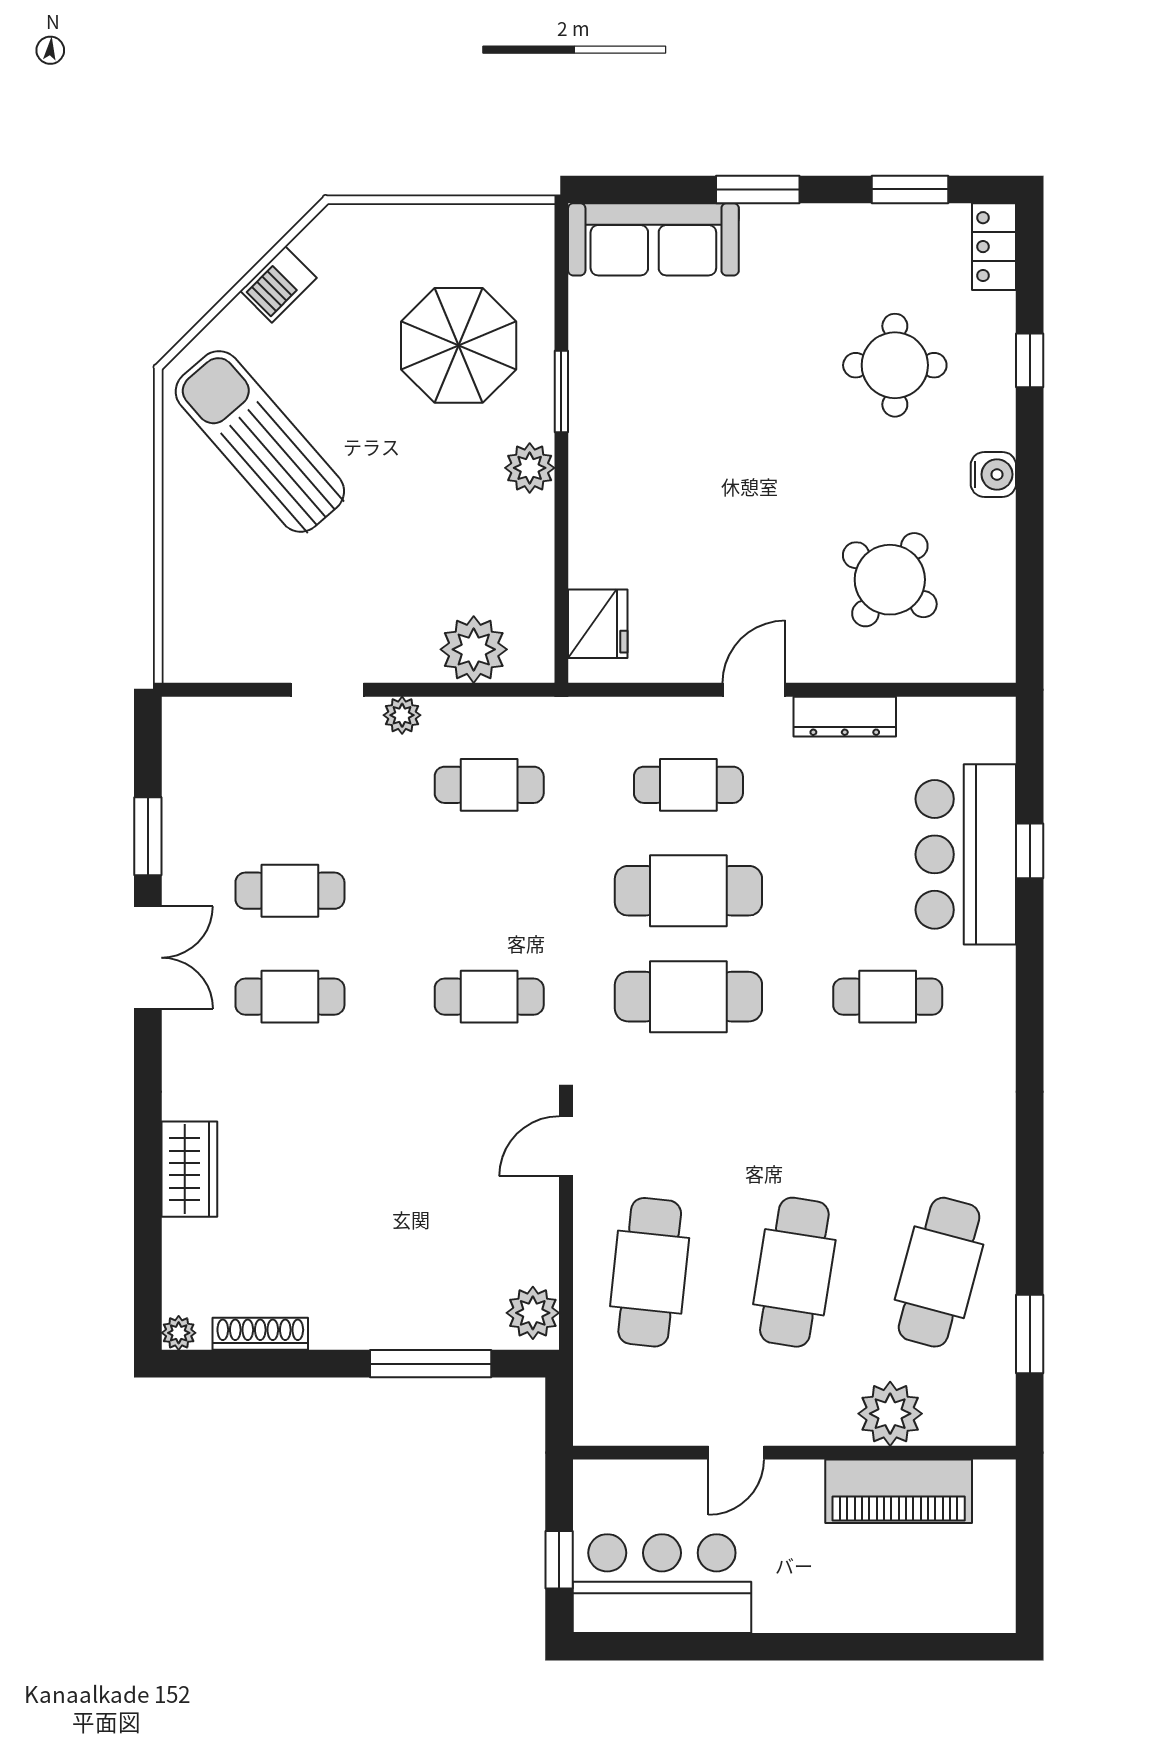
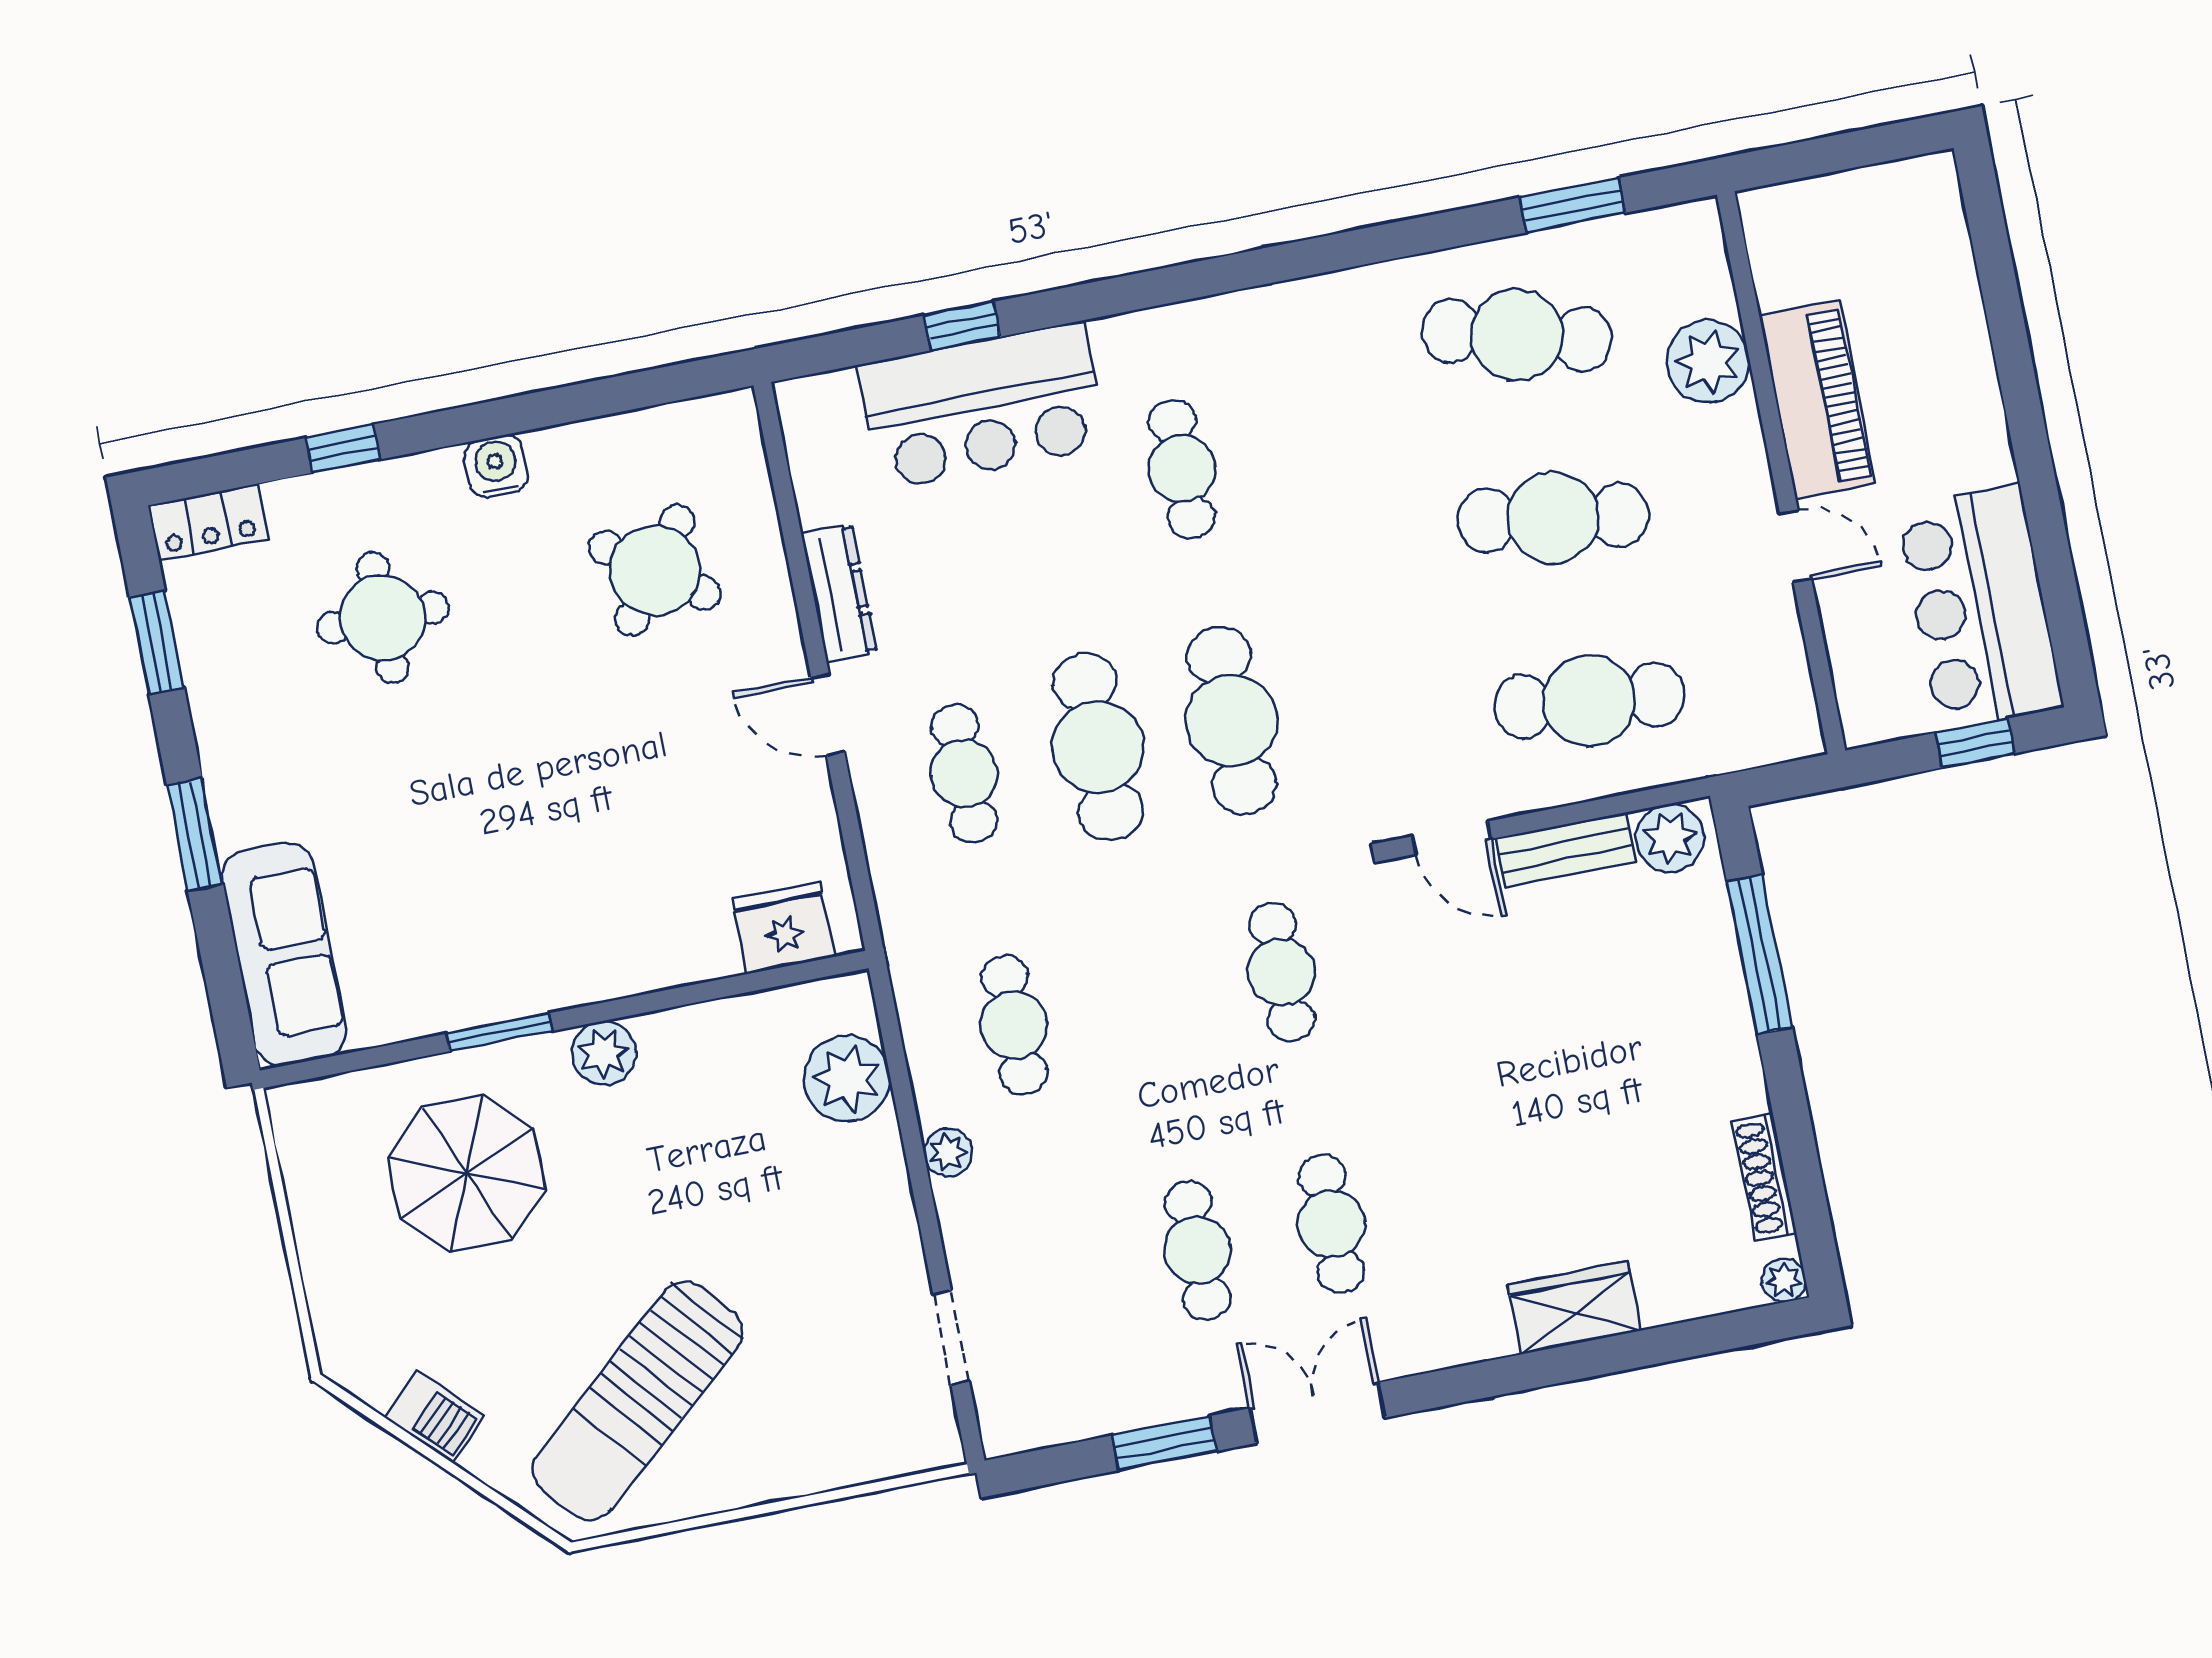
doorway: (327, 690) -> (951, 1338), moved
bench: (539, 1231) -> (1565, 850), added
piano: (899, 1491) -> (1817, 399), moved

